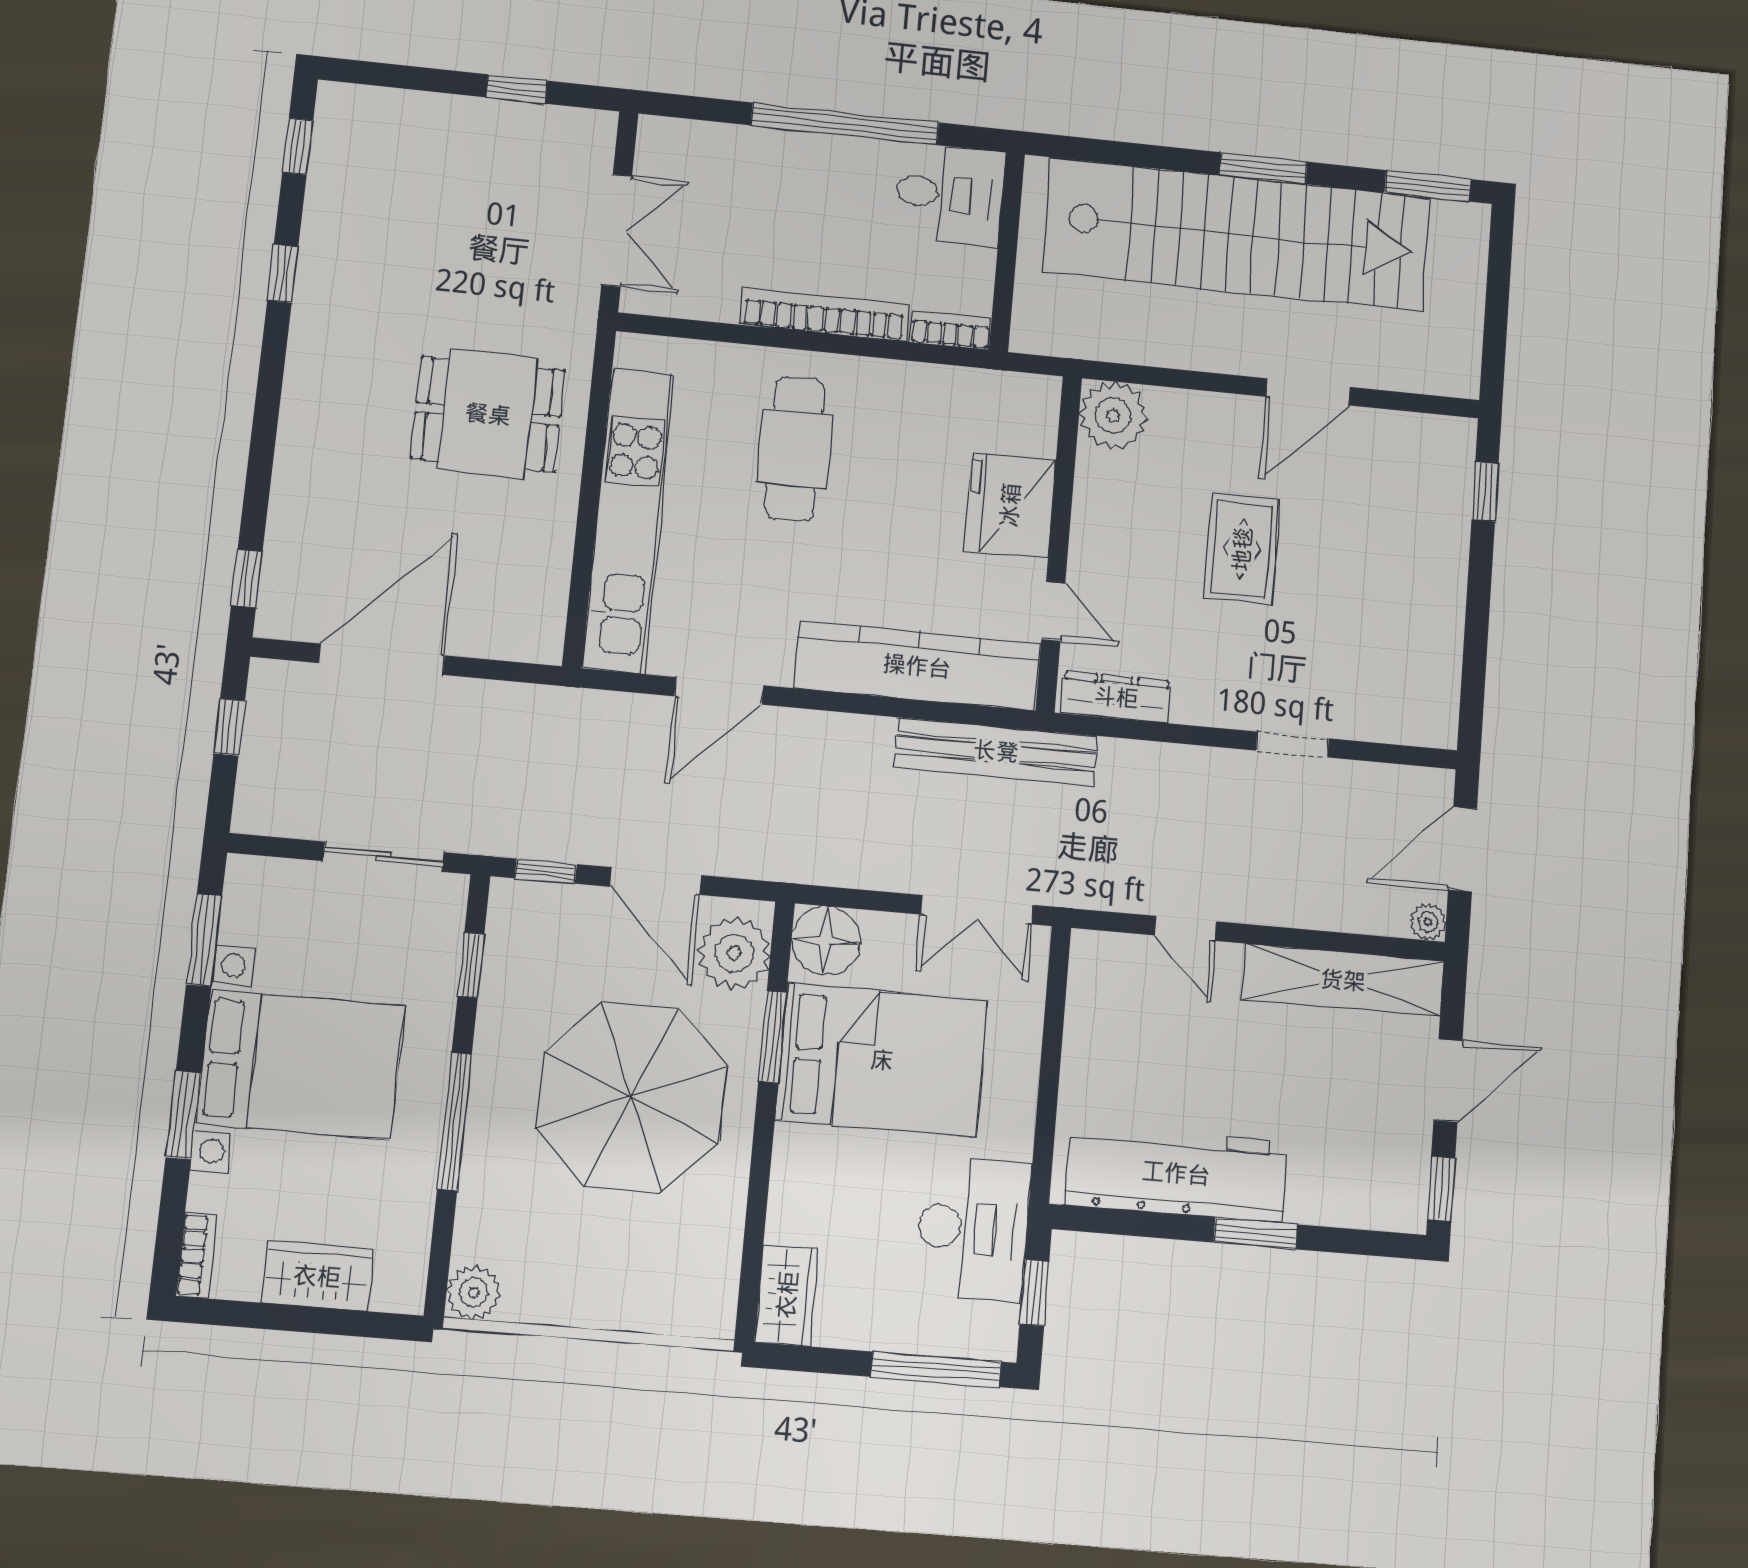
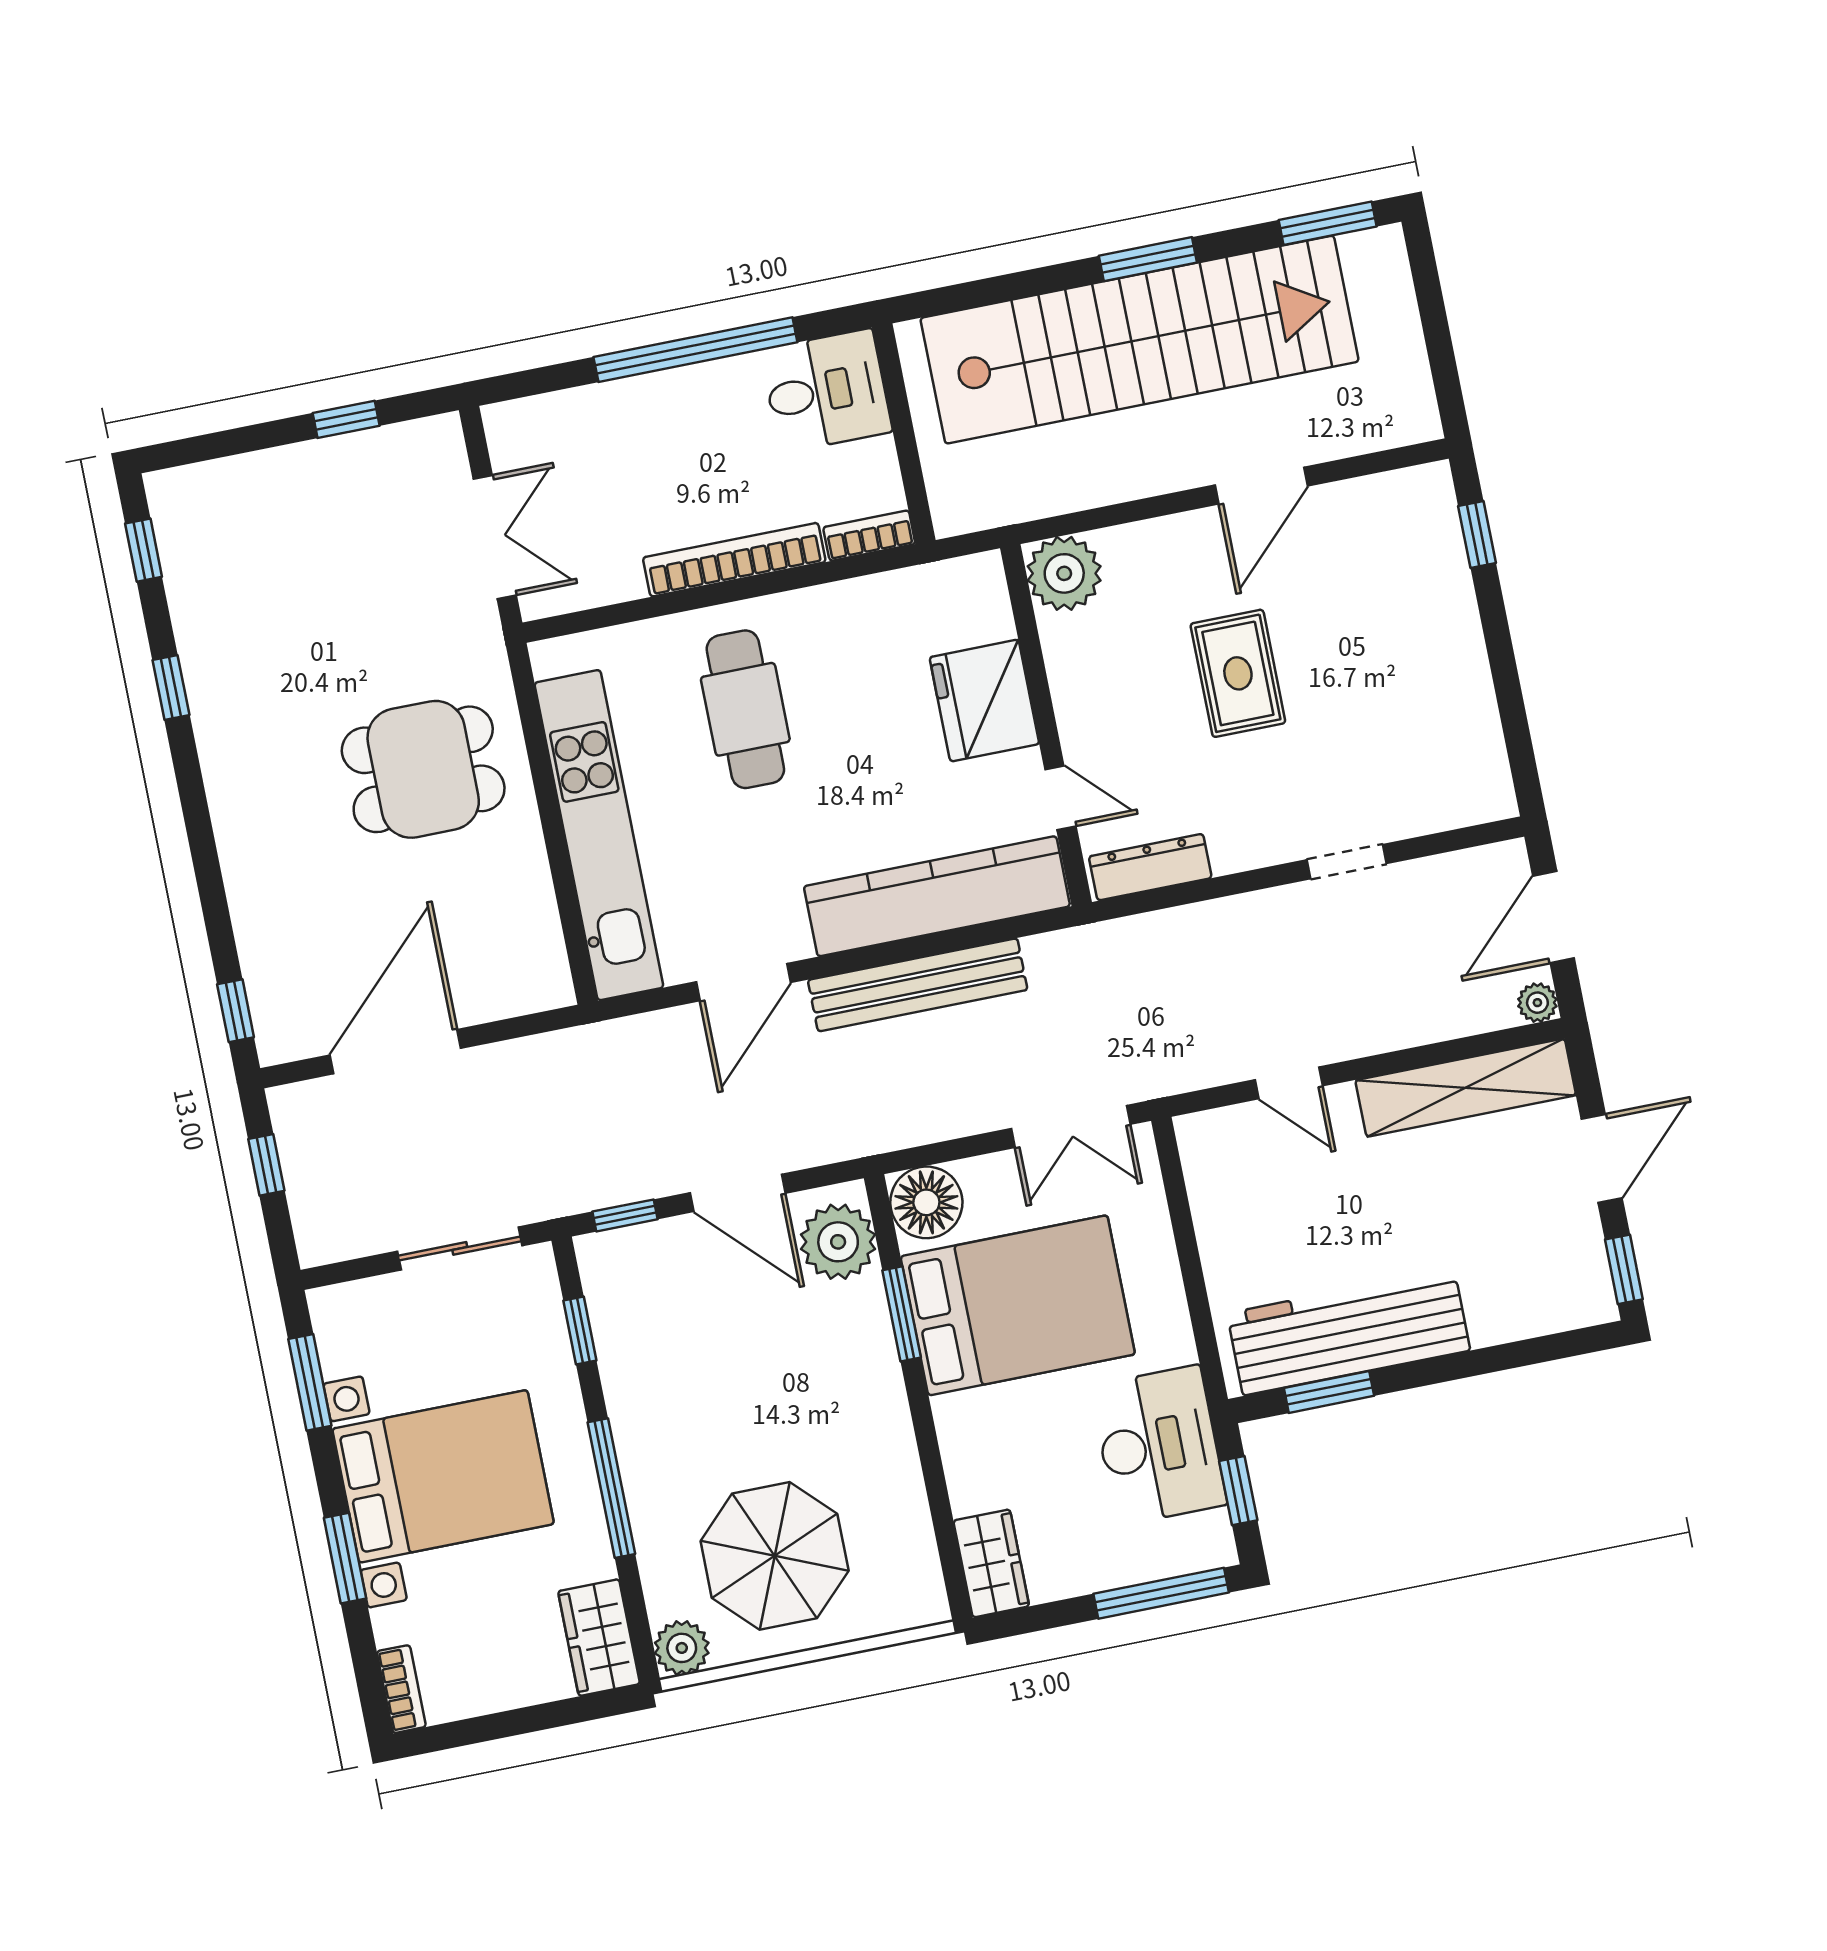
bench: (996, 751) -> (918, 985), moved
parasol: (631, 1097) -> (775, 1556), moved, width x0.73, depth x0.73
window: (1255, 1233) -> (1329, 1392), moved
wardrobe: (317, 1276) -> (599, 1638), moved, turned -90

